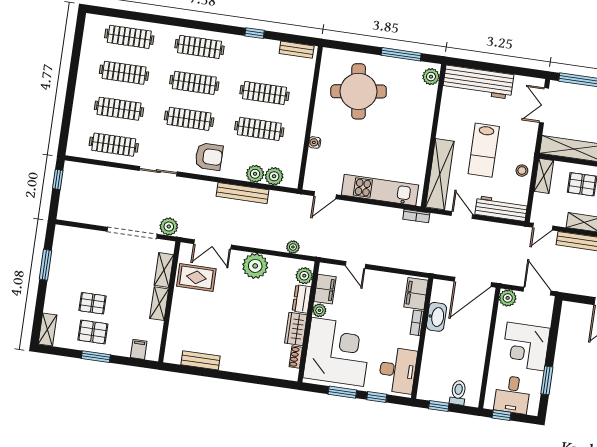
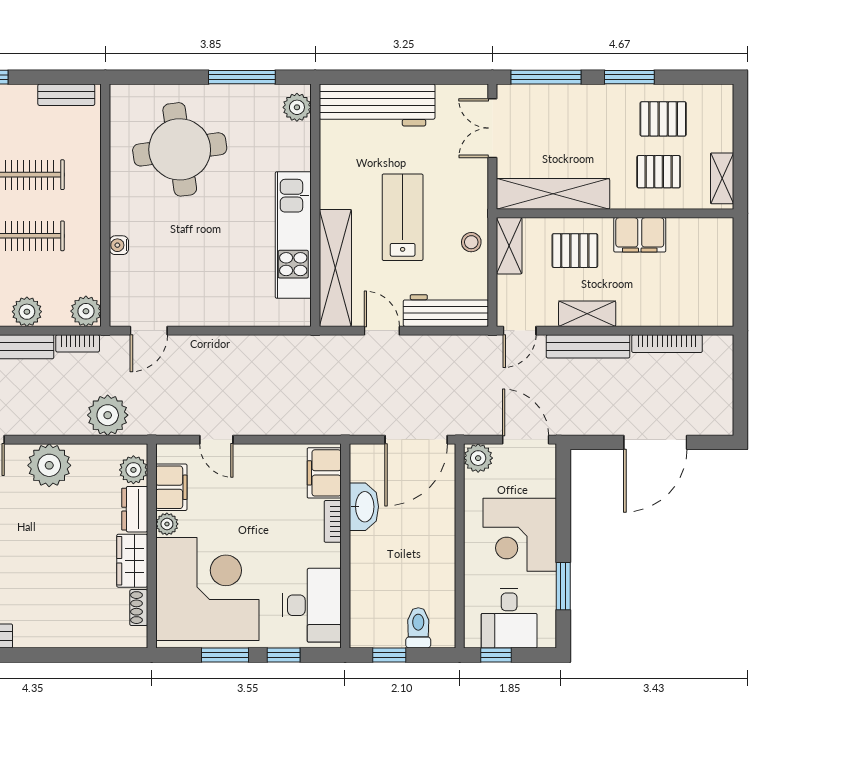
lab bench: (484, 150) -> (403, 217), turned 180
plant: (274, 176) -> (86, 311), moved
kitchen unit: (380, 190) -> (293, 235), moved, turned -90
bookcase: (416, 216) -> (78, 343), moved
plant: (293, 247) -> (108, 415), width x1.87, depth x1.87

